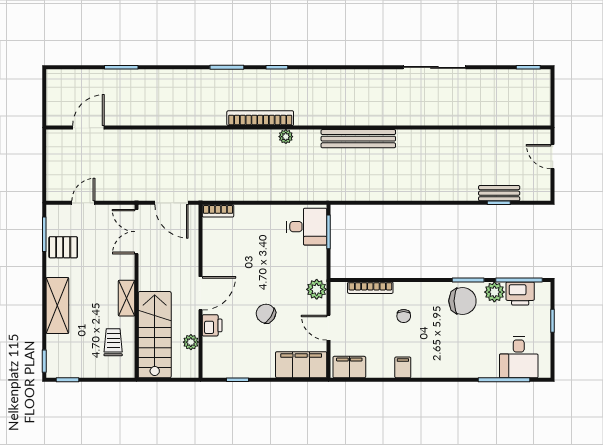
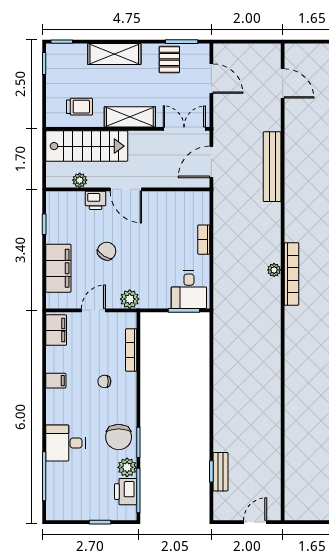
bookcase: (260, 118) -> (291, 274), moved
bench: (358, 139) -> (272, 167), moved
door: (83, 203) -> (211, 79), width x1.38
bookcase: (218, 211) -> (204, 240), moved
shelving: (127, 298) -> (130, 117), width x1.50, depth x1.33
desk: (519, 357) -> (65, 443), moved
filing cabinet: (301, 365) -> (58, 268), moved

